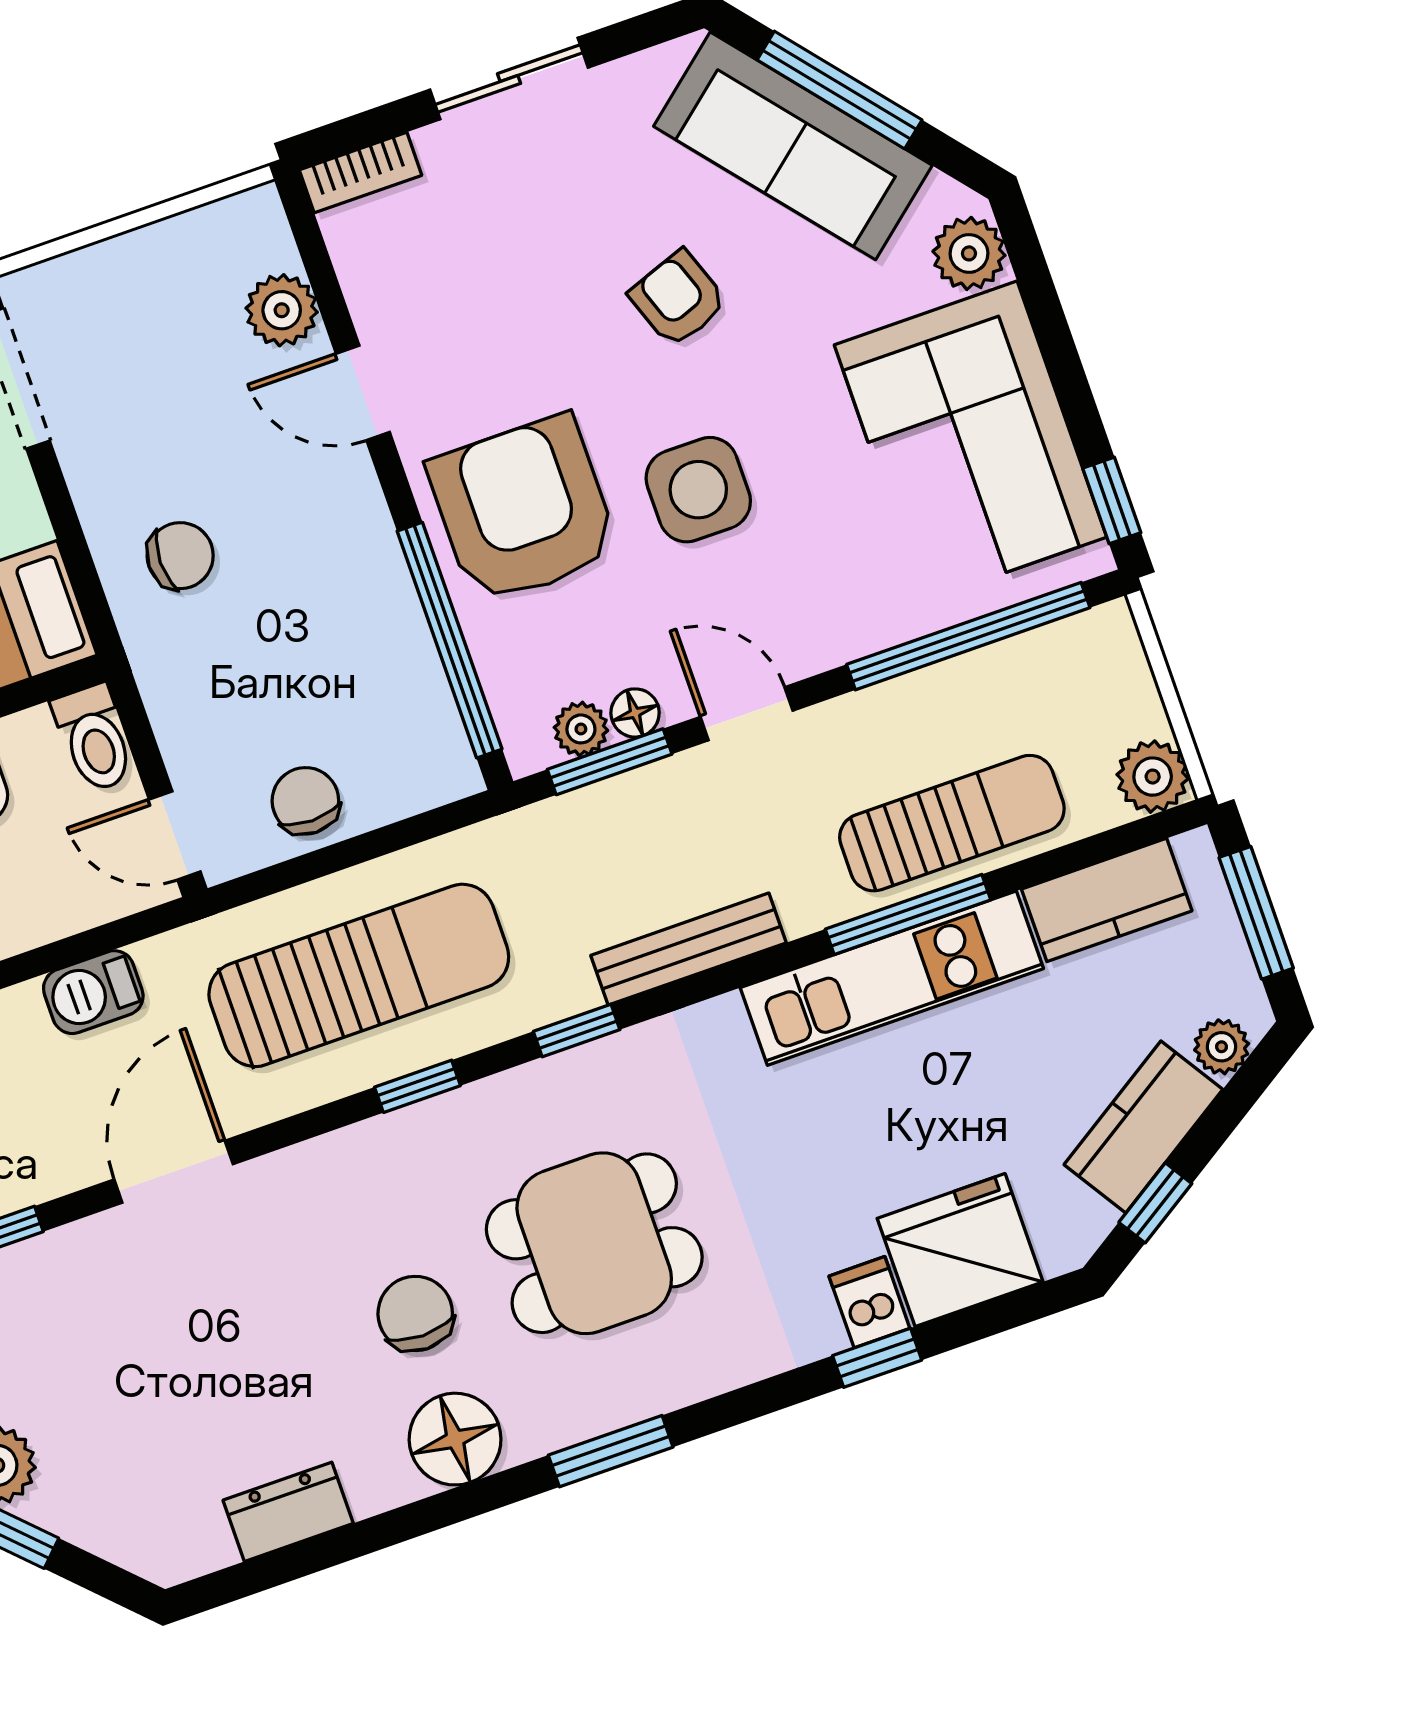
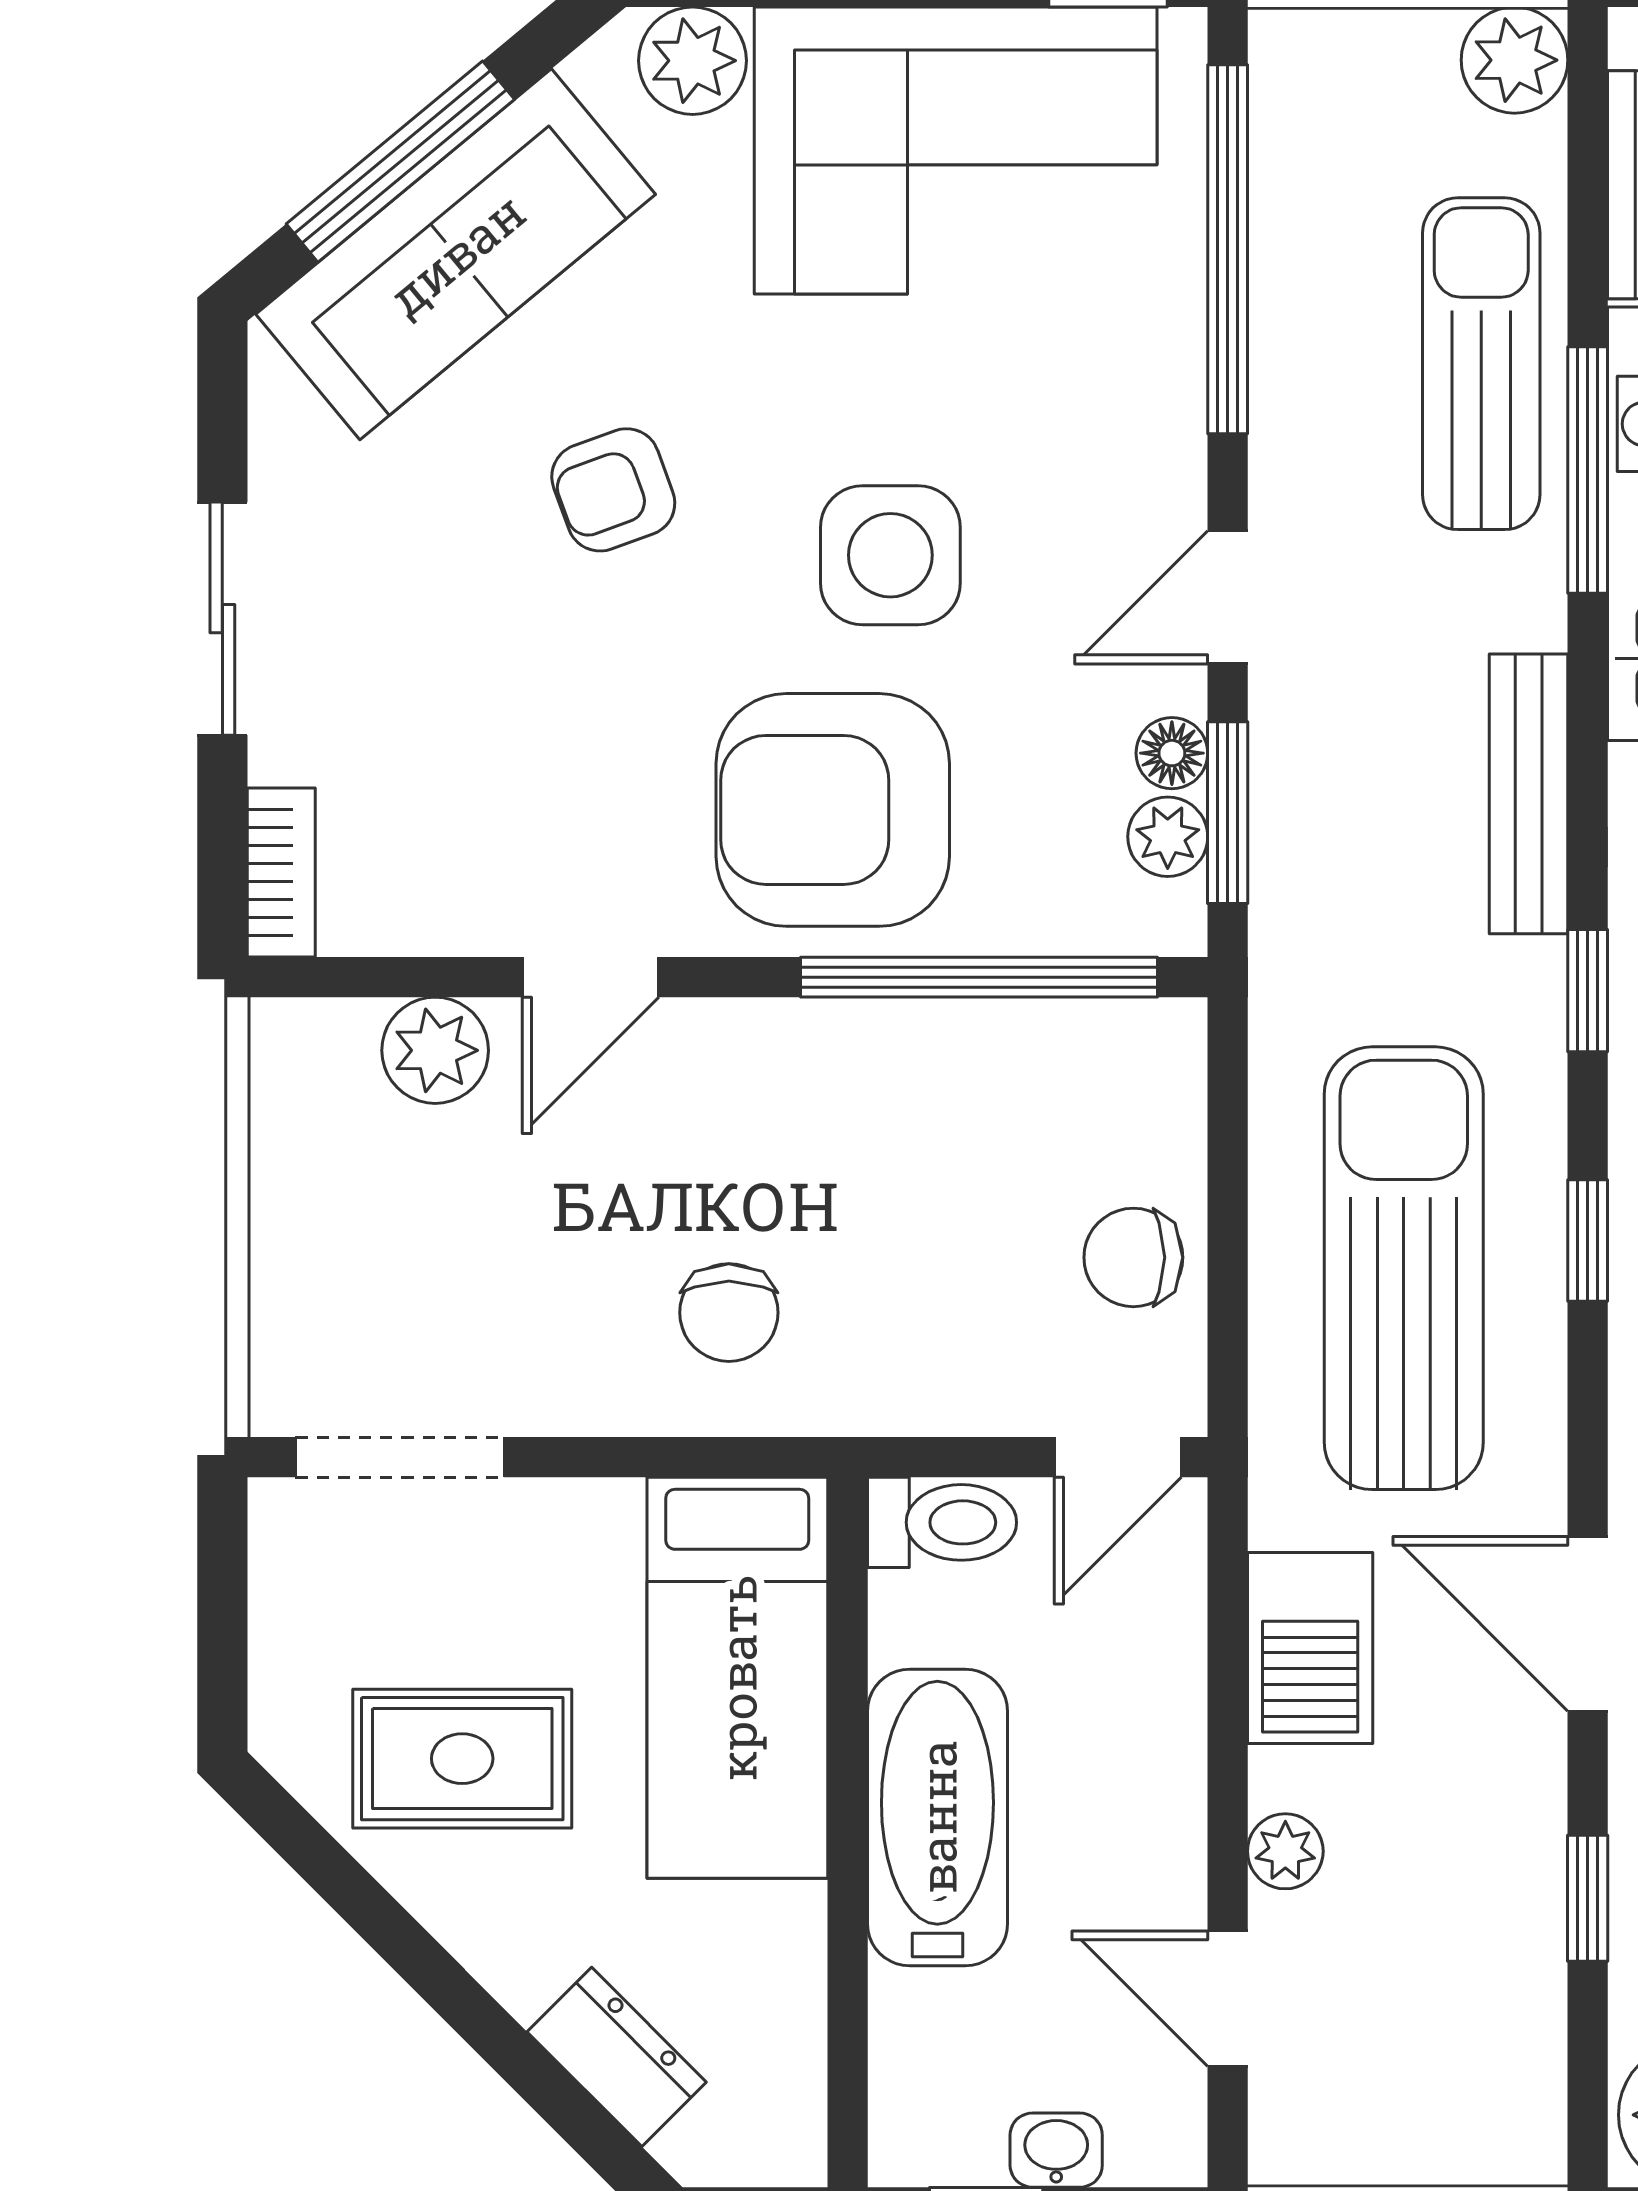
chair: (180, 556) -> (729, 1313), turned 180
barbecue: (93, 992) -> (1310, 1648), width x1.38, depth x1.27

